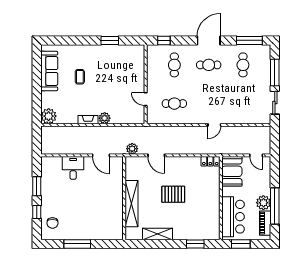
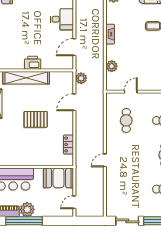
plant: (105, 118) -> (112, 66), moved
door: (214, 125) -> (105, 160), hinge flipped
locker: (210, 161) -> (69, 144), moved
pallet: (173, 194) -> (36, 119), turned 90
printer: (117, 197) -> (33, 63), added

